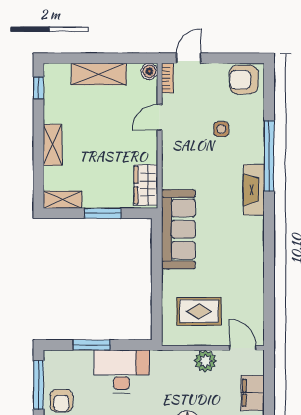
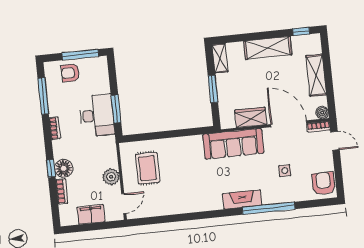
door: (160, 117) -> (289, 124), width x1.88
shelving: (53, 145) -> (268, 48), width x1.50, depth x1.33
wardrobe: (146, 185) -> (251, 117), moved
sofa: (178, 229) -> (233, 144), moved
window: (92, 345) -> (116, 109), moved

